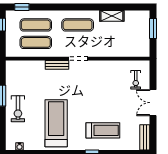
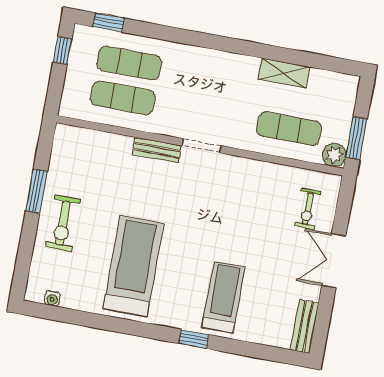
exercise mat: (78, 25) -> (289, 129), moved
window: (153, 29) -> (356, 138), moved
plant: (144, 51) -> (334, 155), added
treadmill: (103, 130) -> (224, 297), turned -90

